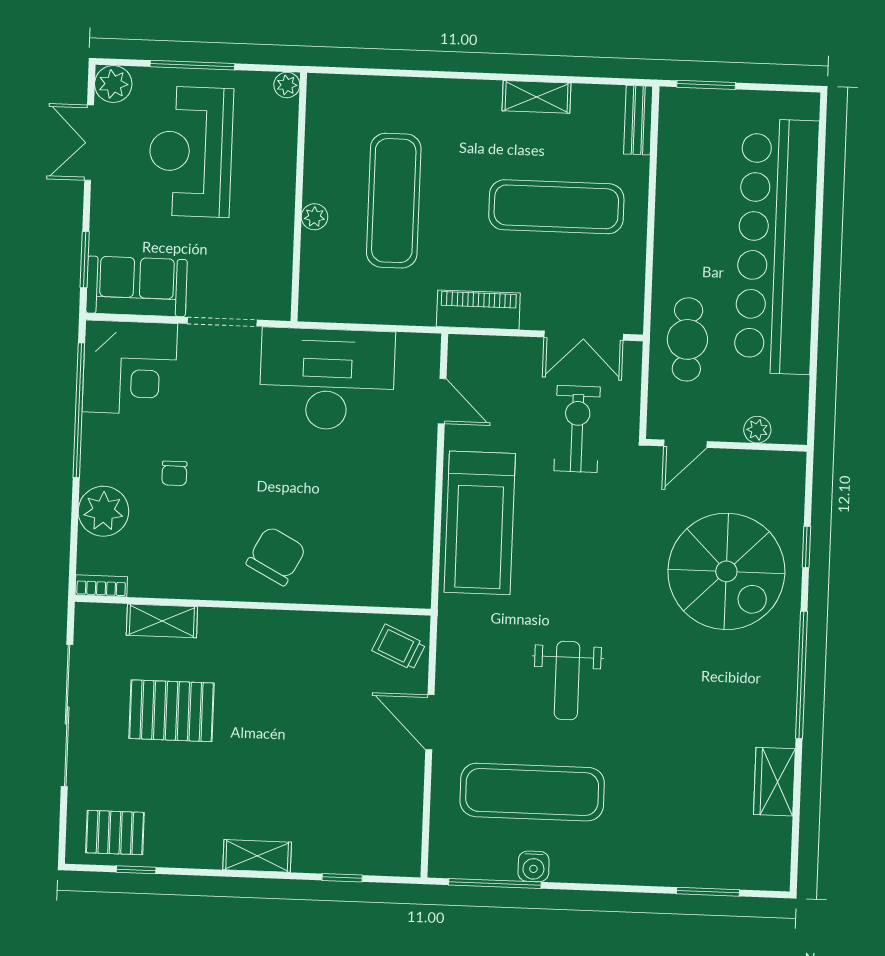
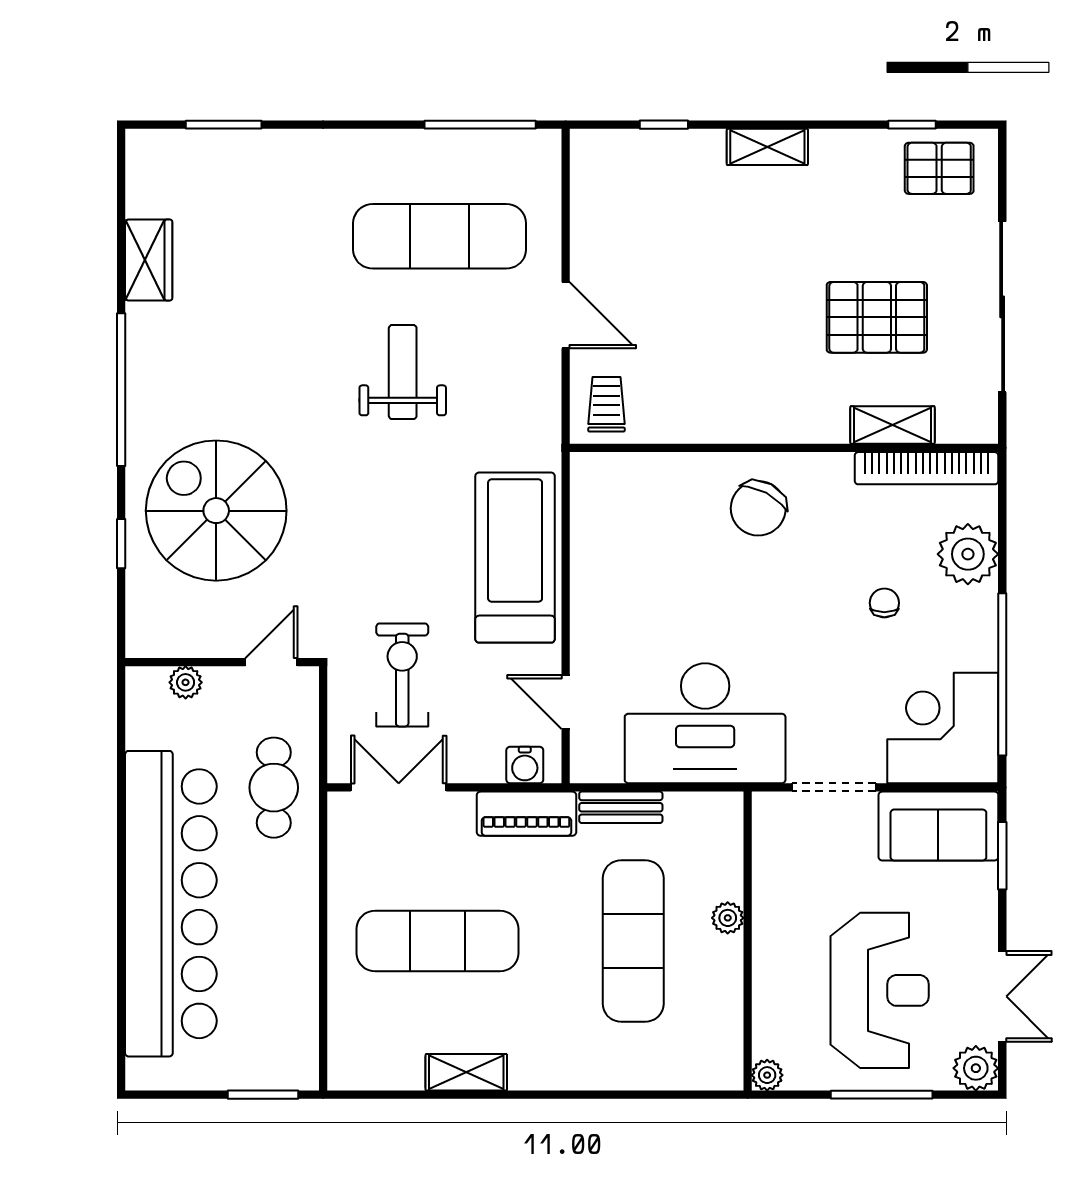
bench: (638, 120) -> (621, 807), moved, turned 90
exercise bike: (577, 429) -> (402, 675), turned 180
bookcase: (101, 586) -> (927, 468), width x2.31, depth x1.31
trolley: (399, 647) -> (607, 404), turned -114
water cooler: (534, 866) -> (525, 765), moved, turned 180

